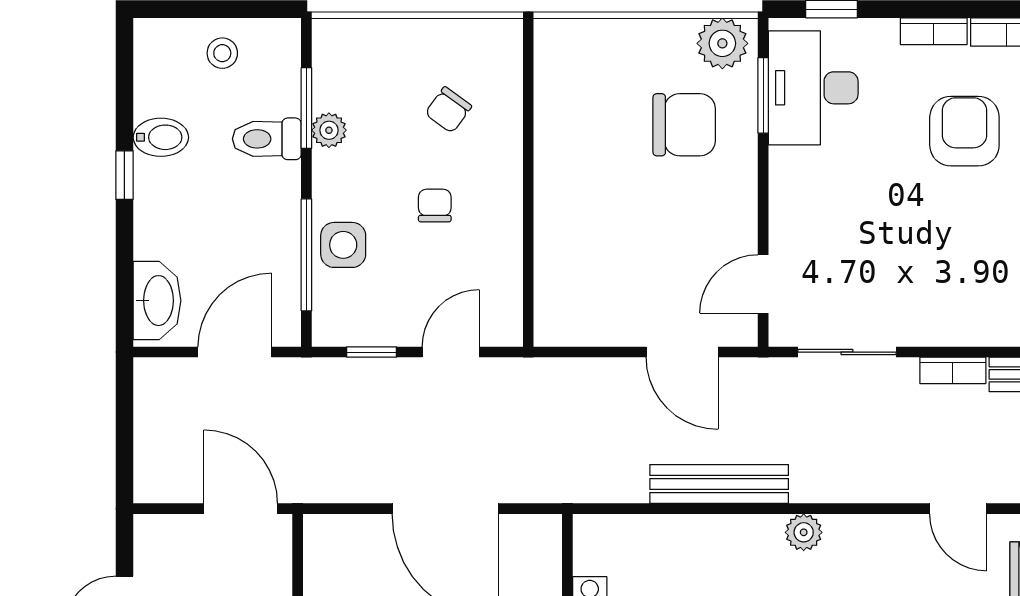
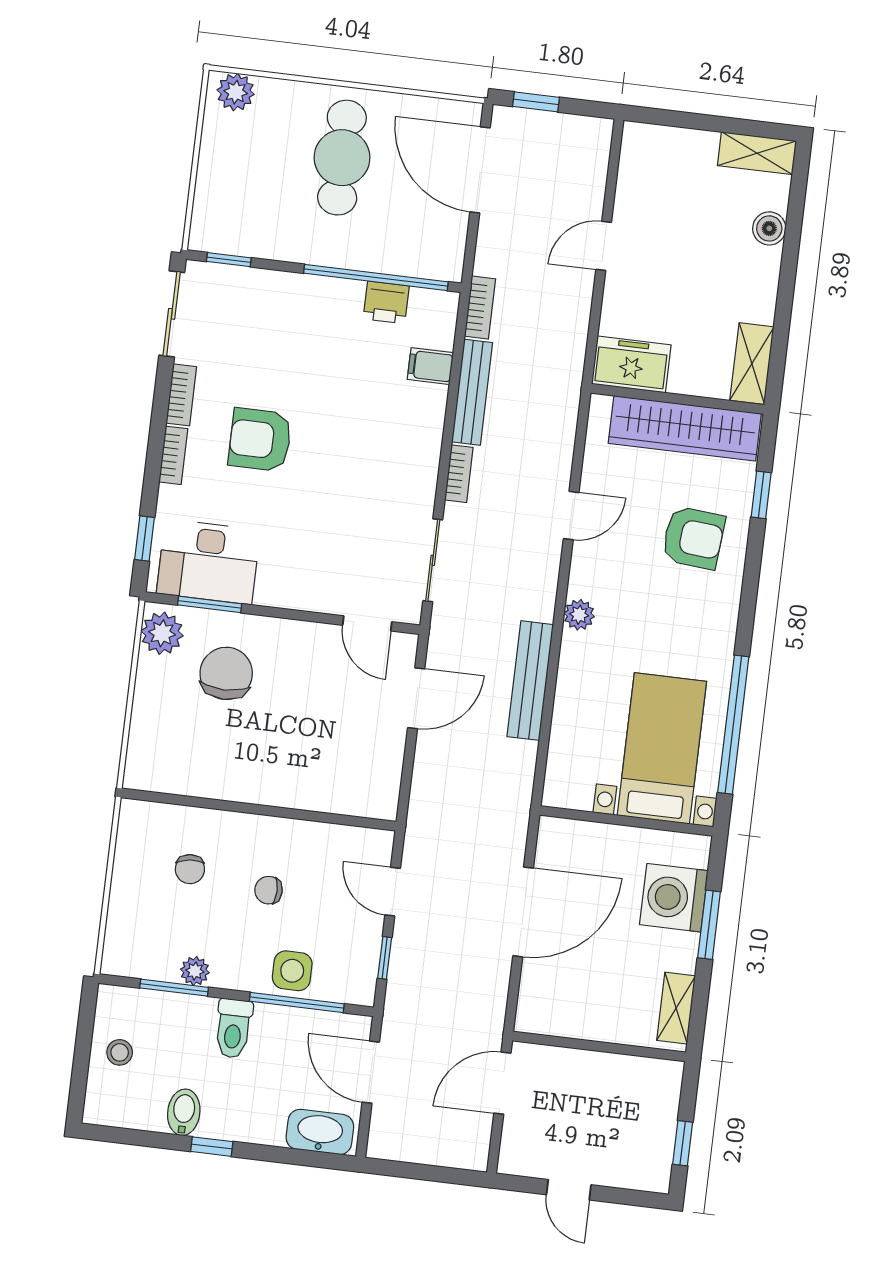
chair: (448, 110) -> (190, 869), turned 48
toilet: (267, 139) -> (233, 1028), moved
door: (958, 509) -> (571, 516), moved

